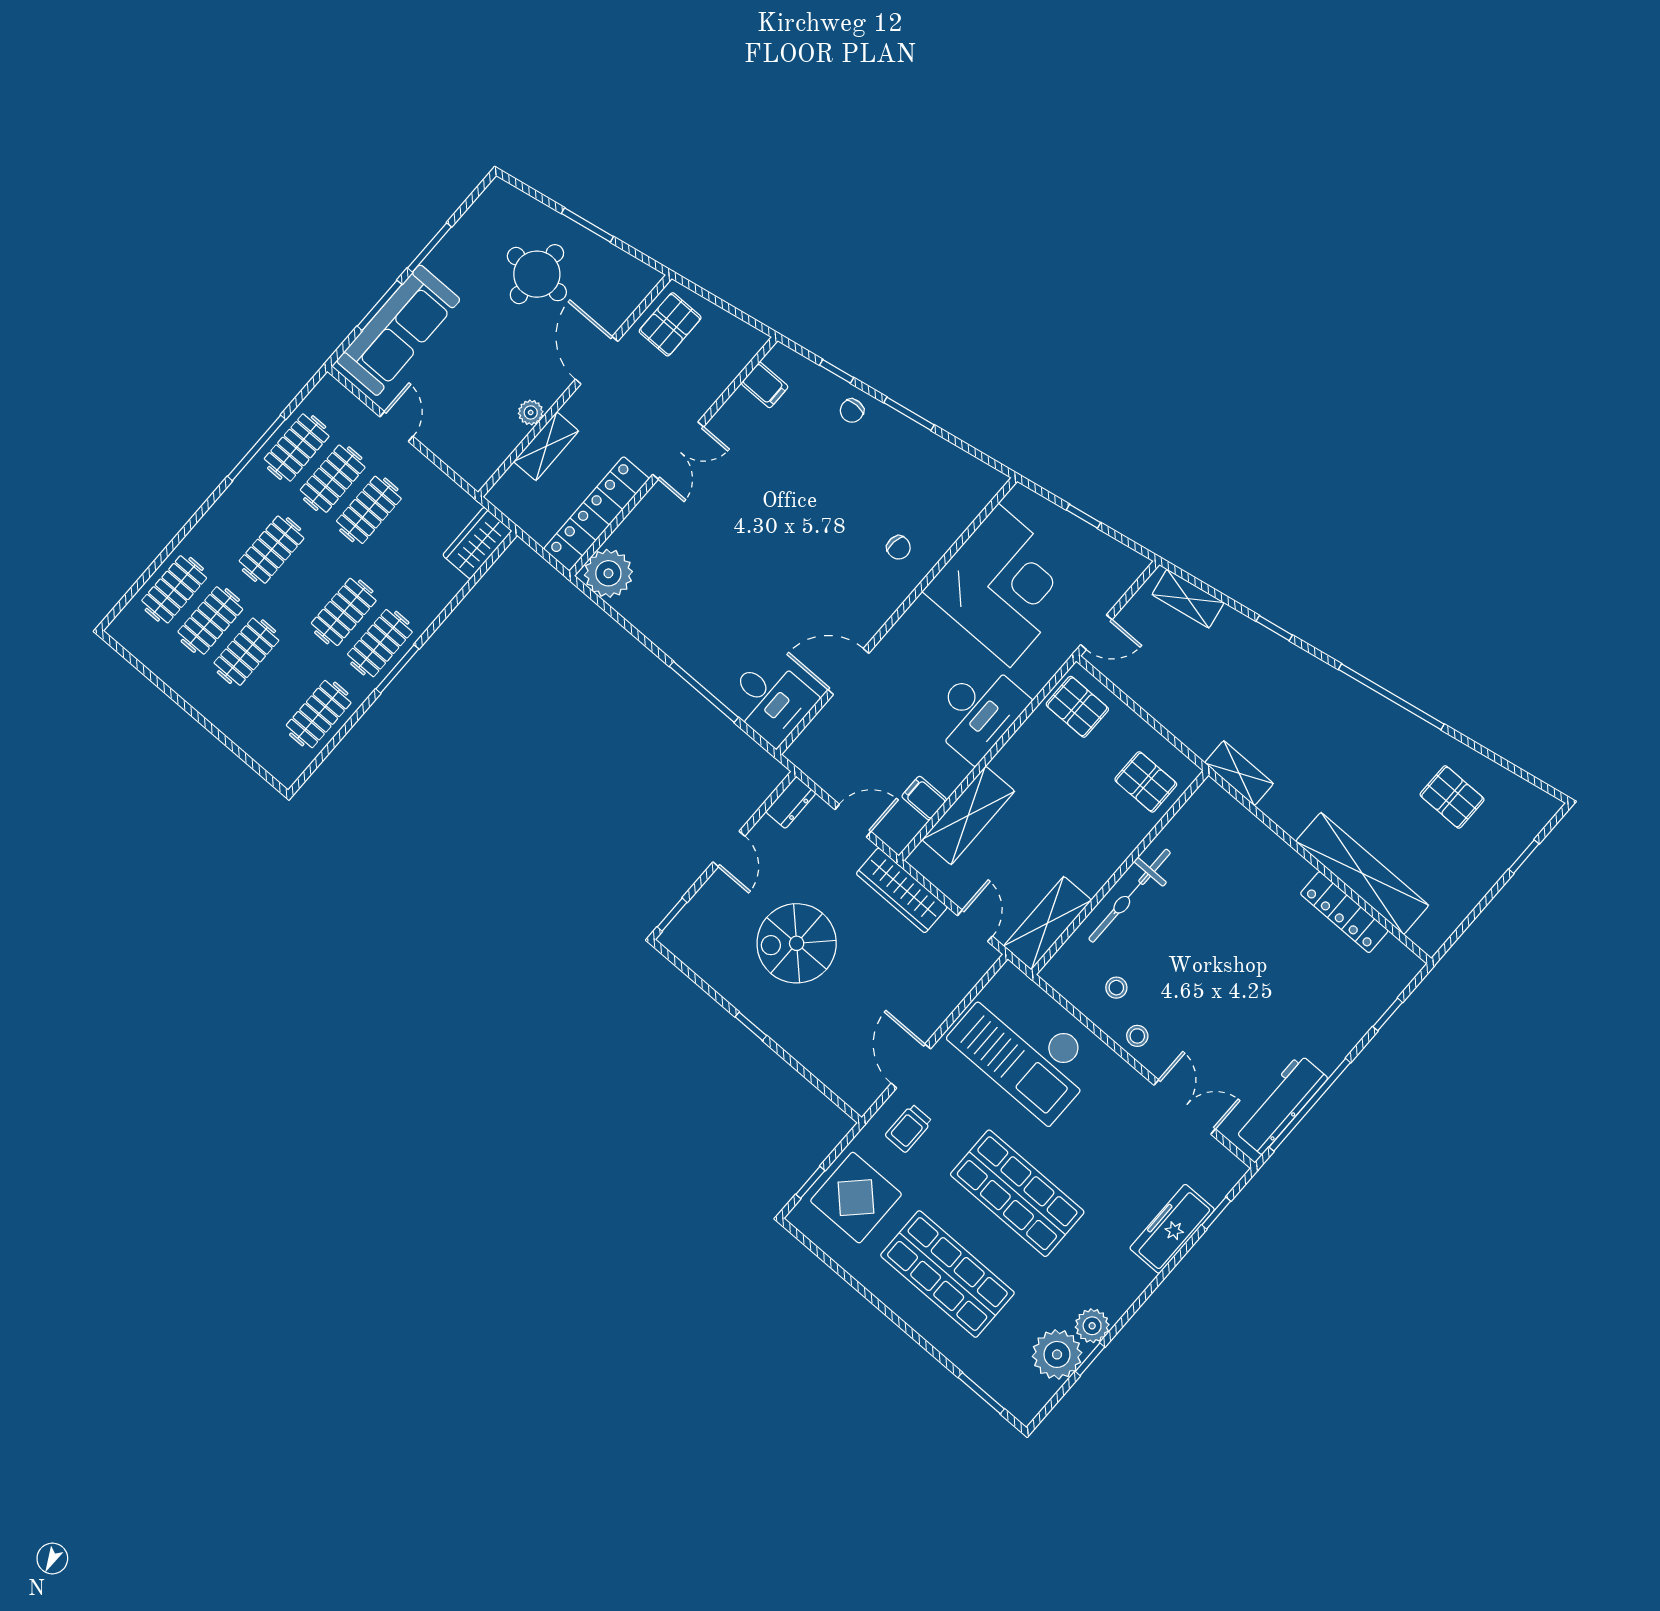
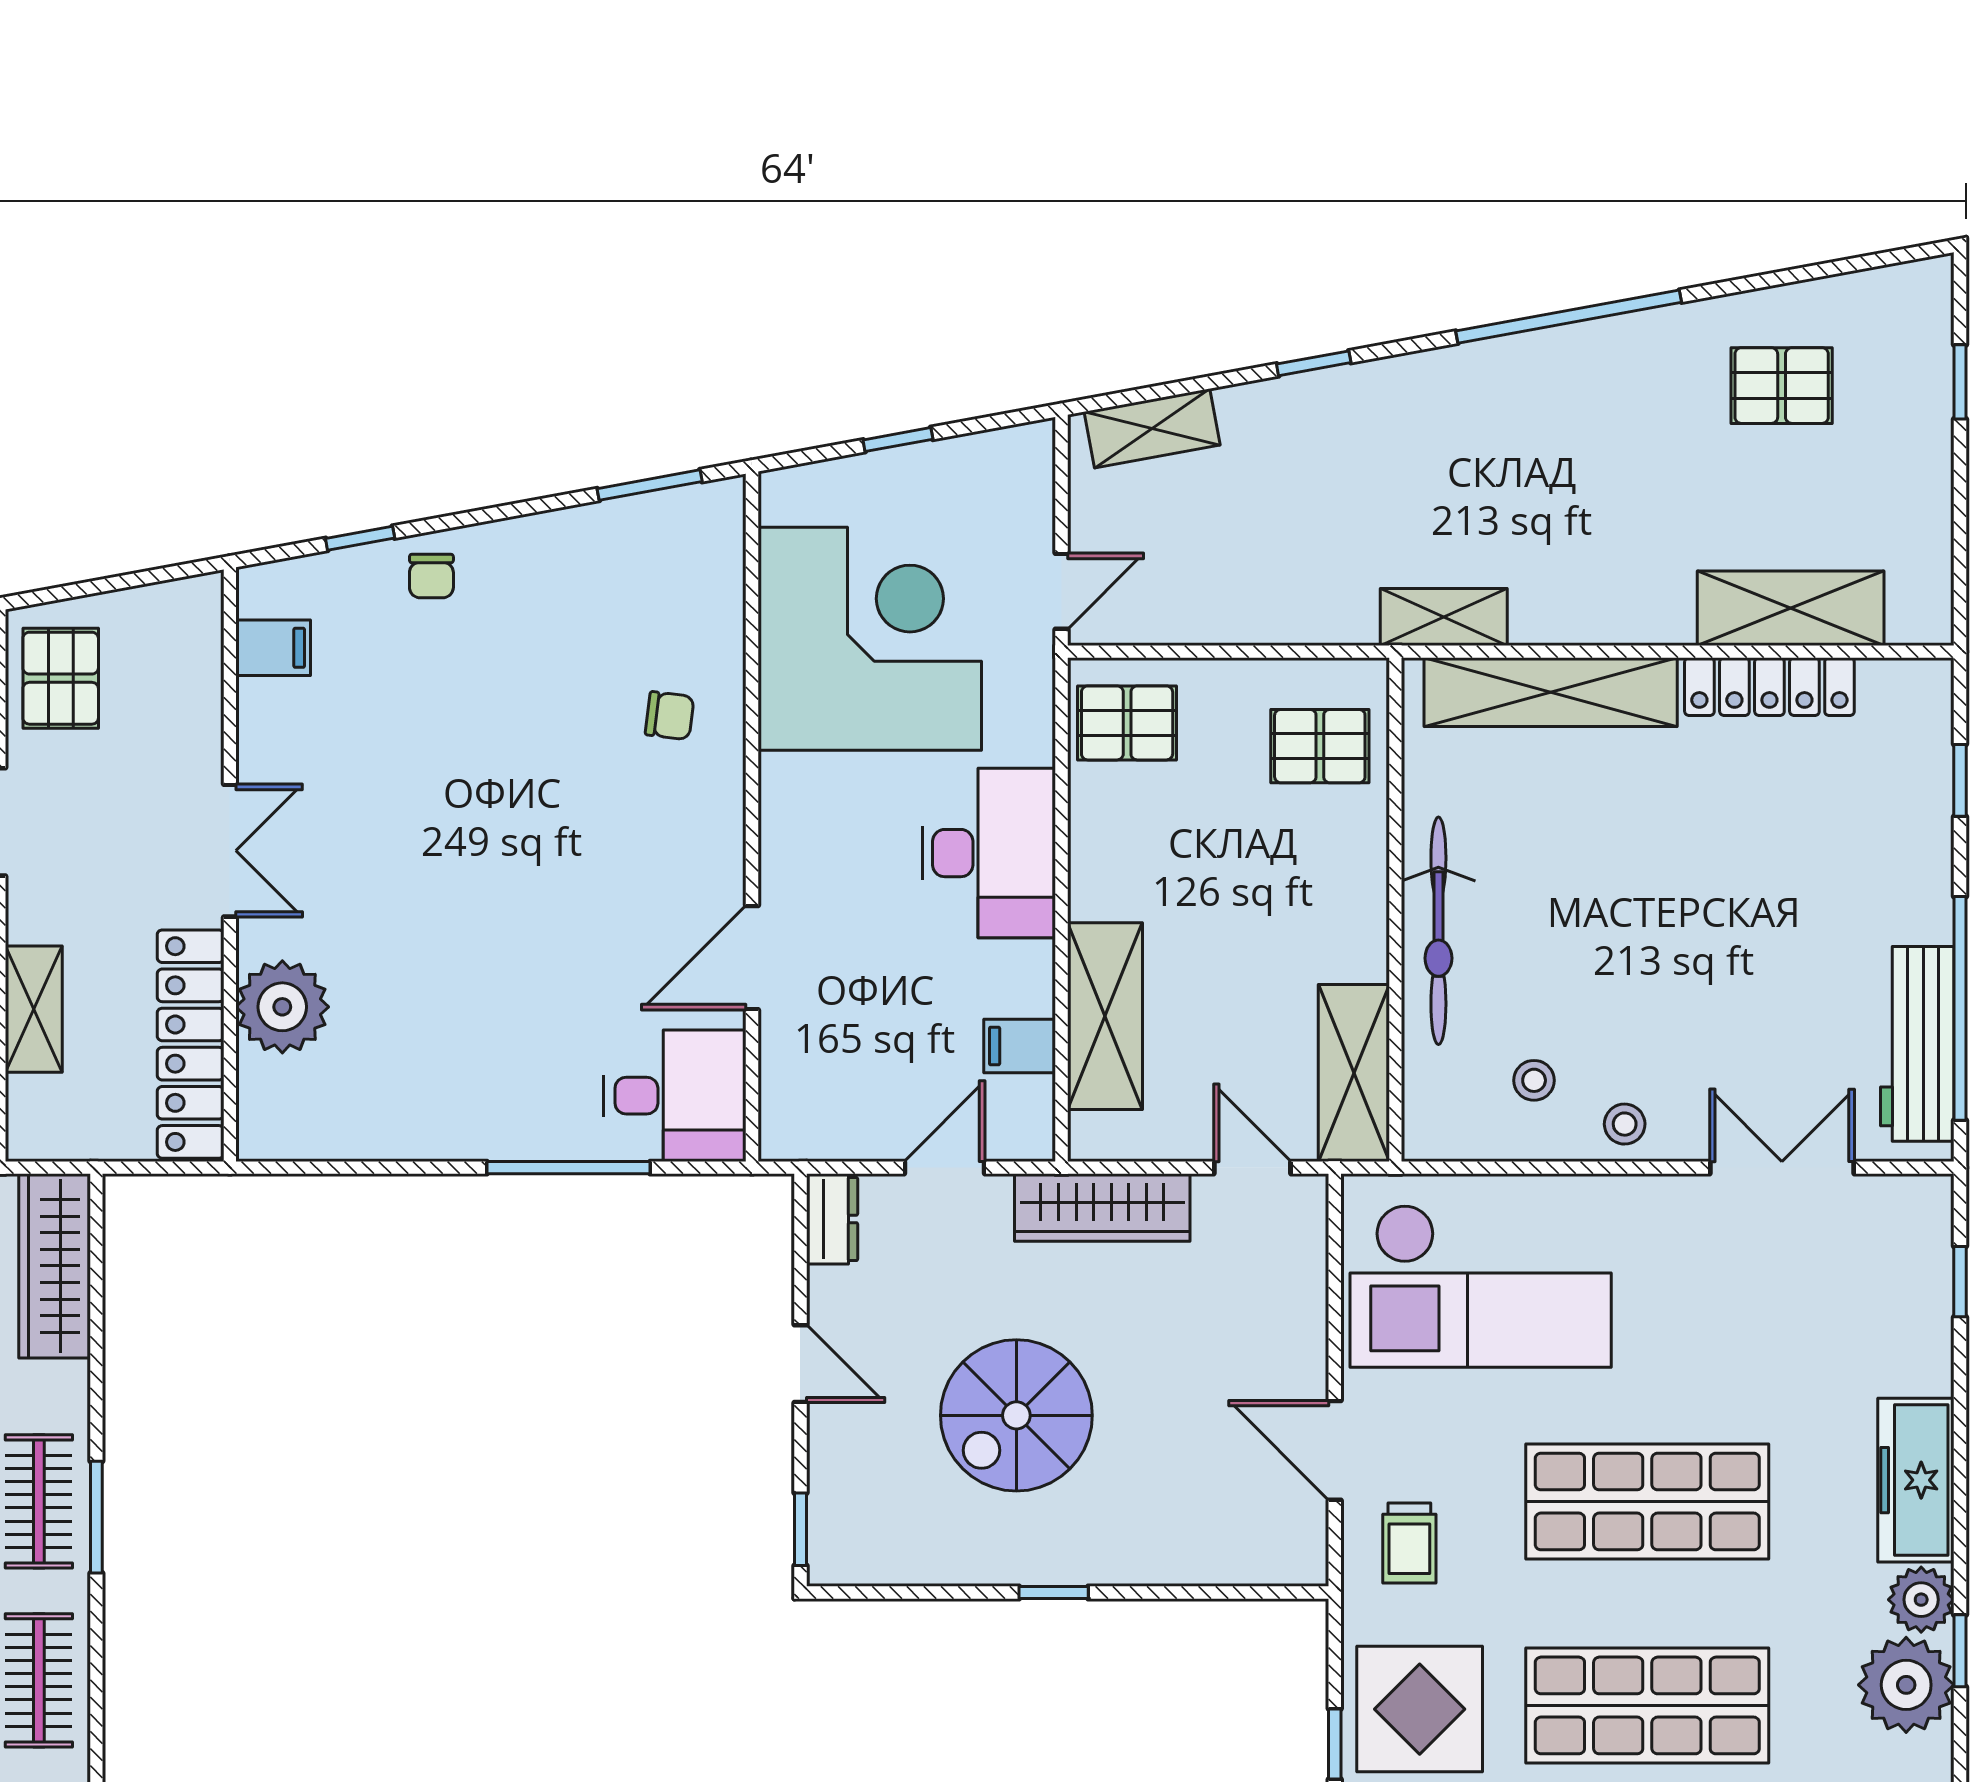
window: (909, 414) -> (650, 485), moved
wardrobe: (477, 543) -> (55, 1266), width x1.50
plant: (608, 573) -> (282, 1007), moved
shelving: (1256, 839) -> (1551, 692), added
shelving: (1362, 873) -> (1791, 608), width x0.68
freezer: (1172, 1229) -> (1916, 1480), moved

